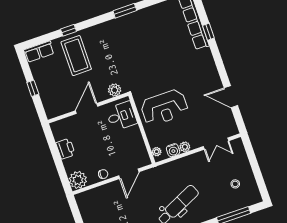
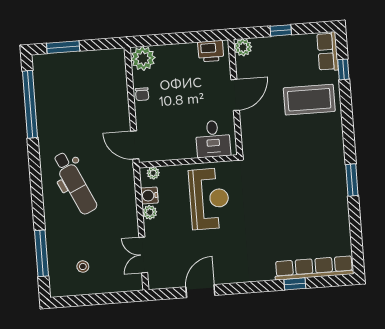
window: (69, 30) -> (343, 69), moved
plant: (115, 90) -> (243, 47), moved
door: (87, 108) -> (235, 95), hinge flipped
reception desk: (164, 108) -> (209, 199), turned 180
printer: (65, 149) -> (211, 51), moved
door: (129, 174) -> (135, 145), moved

